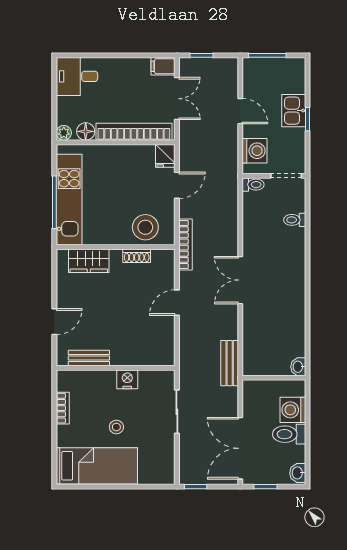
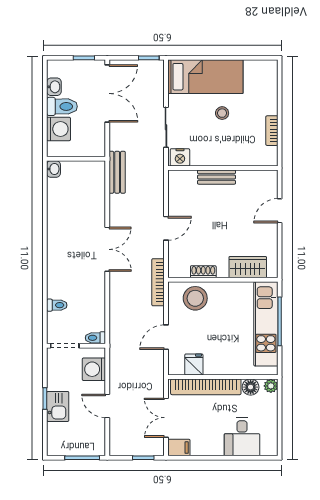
desk: (77, 76) -> (242, 437), moved, turned 90
fridge: (165, 156) -> (194, 365), moved
bench: (89, 358) -> (217, 177), moved
nightstand: (127, 379) -> (180, 157), moved
bed: (97, 466) -> (205, 77), moved, turned 180
washbasin: (298, 473) -> (54, 87), moved

